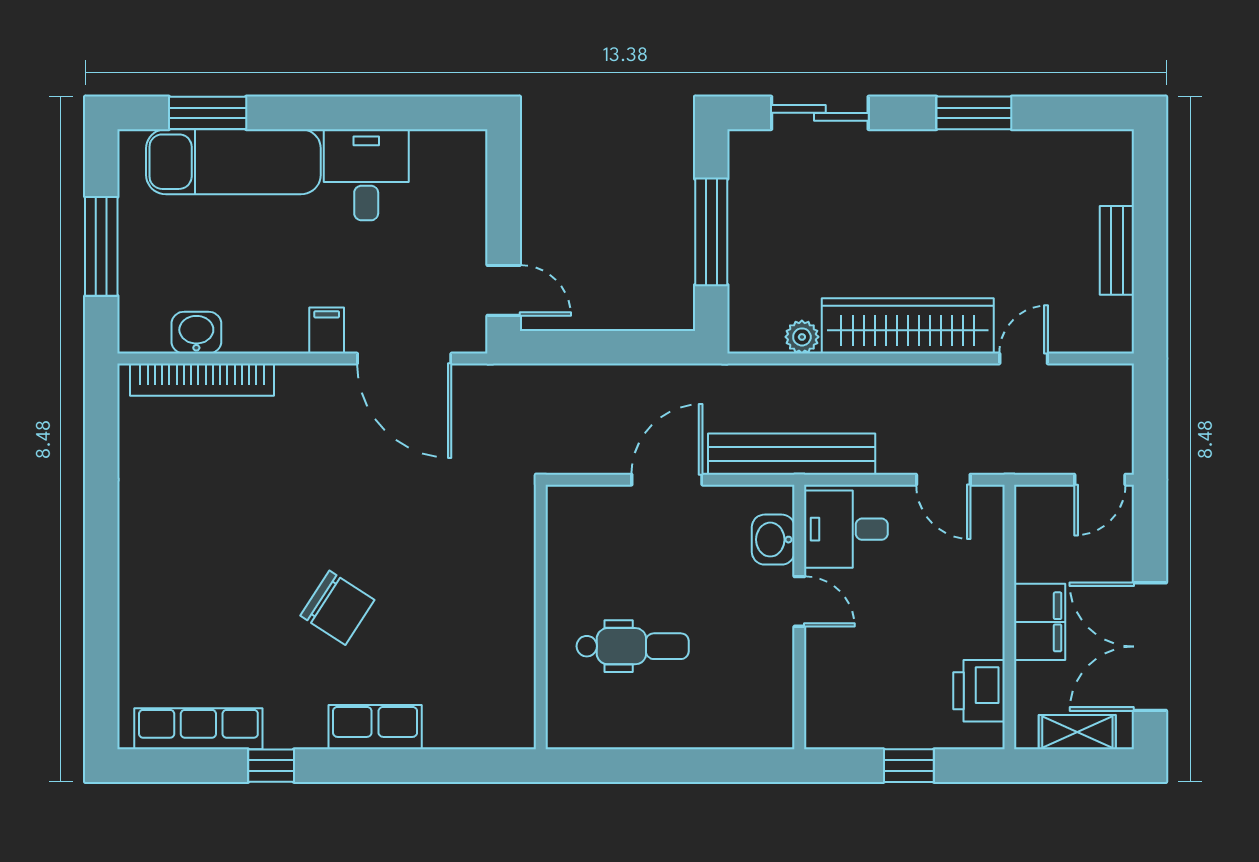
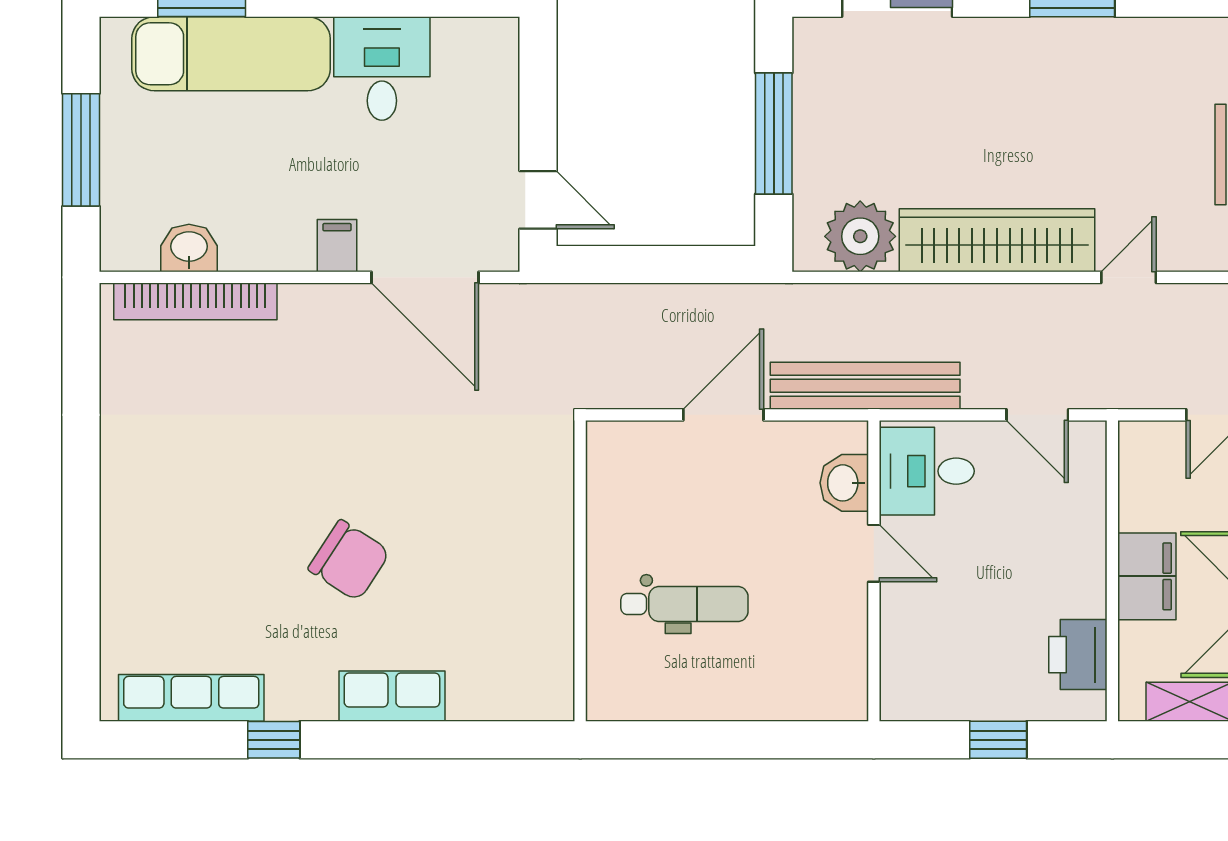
plant: (802, 337) -> (860, 236), width x1.88, depth x1.88

